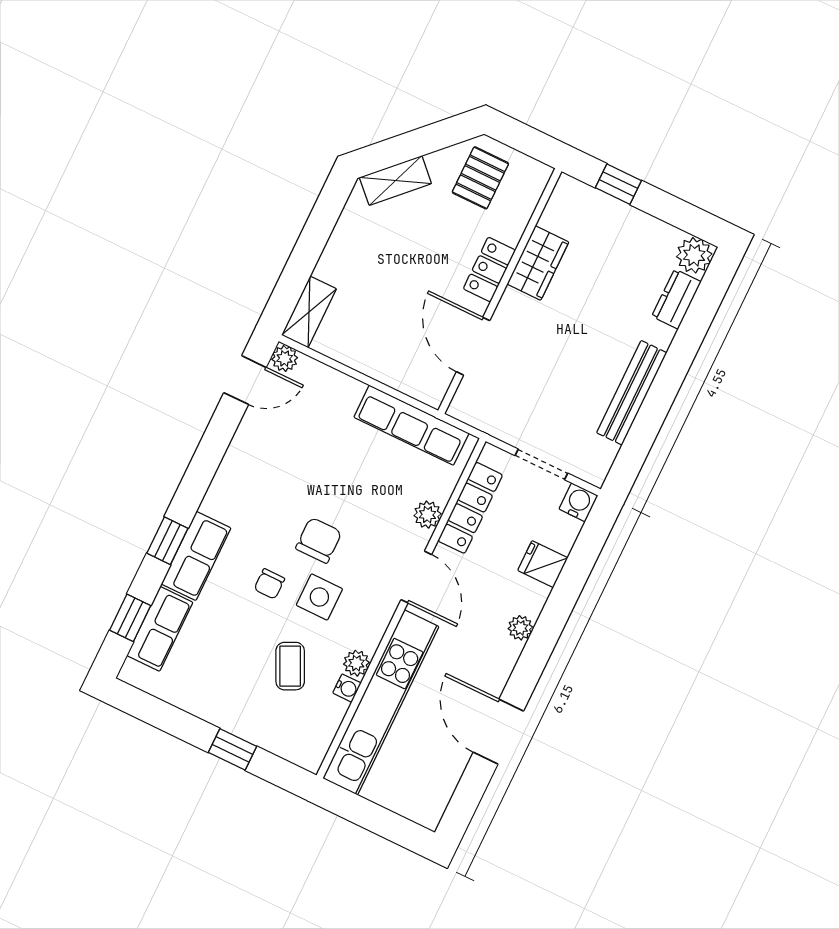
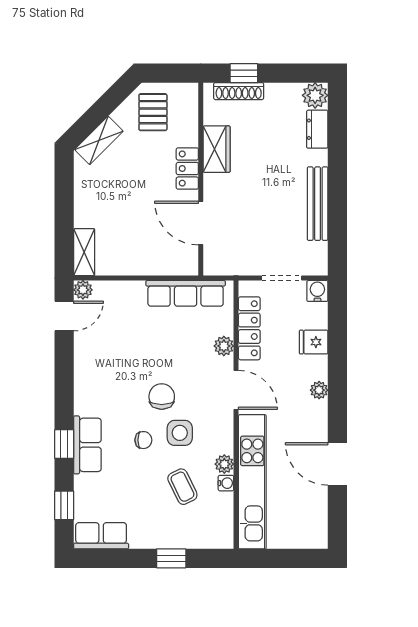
shoe rack: (601, 203) -> (239, 91), added
chair: (269, 584) -> (143, 440), turned -90
row of seats: (160, 629) -> (101, 536), moved, turned -90

